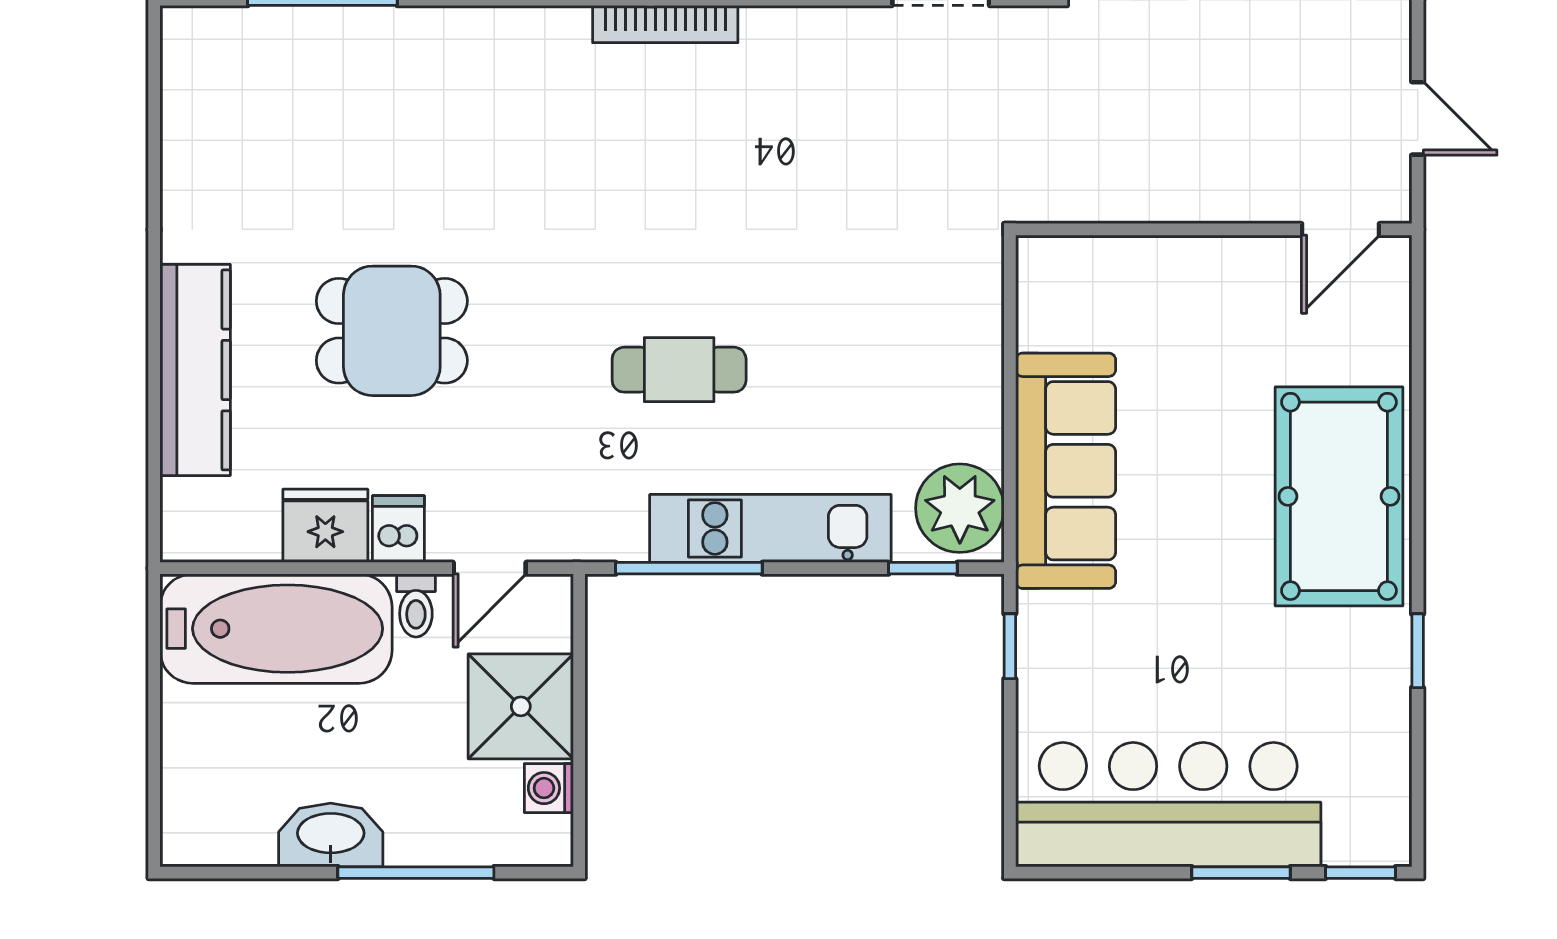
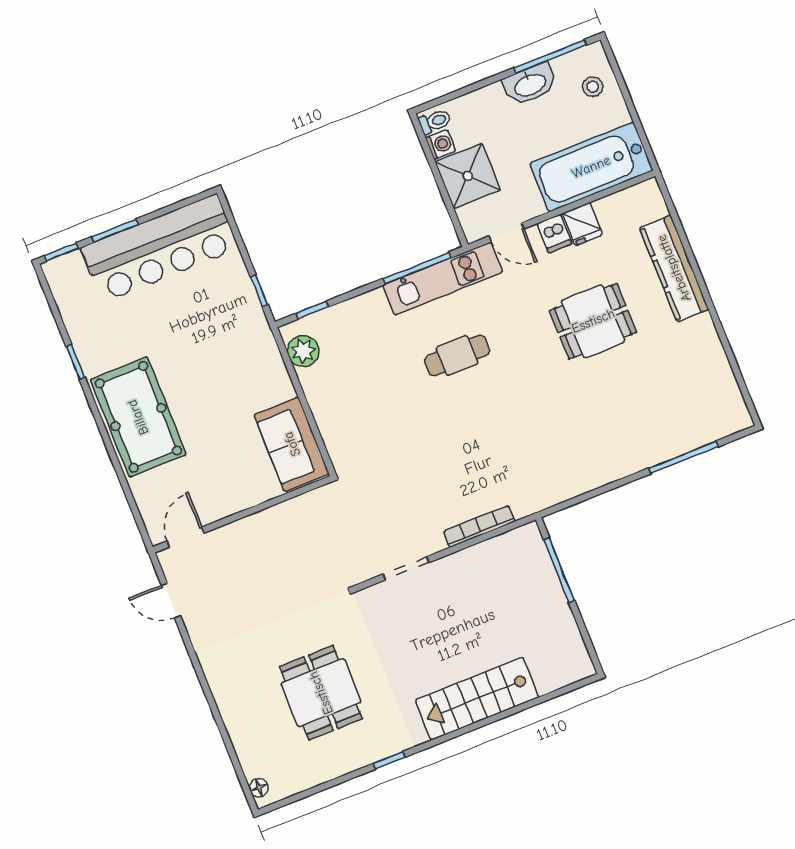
bookcase: (665, 24) -> (479, 526), moved
sofa: (1066, 471) -> (292, 444), moved, width x0.73
plant: (960, 508) -> (303, 351), width x0.73, depth x0.73
fridge: (325, 526) -> (582, 224), width x0.72
kitchen unit: (770, 528) -> (443, 279), moved
door: (490, 568) -> (506, 232), swing flipped
toilet: (416, 605) -> (435, 121), moved, turned 90
stool: (212, 782) -> (593, 87), added
window: (416, 873) -> (550, 57), moved

